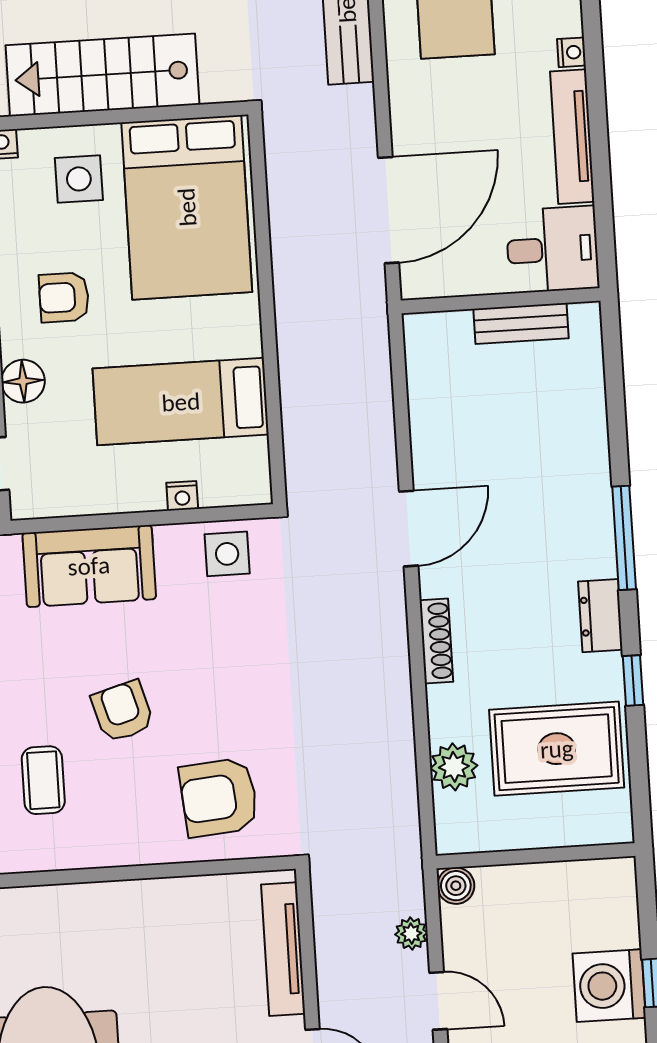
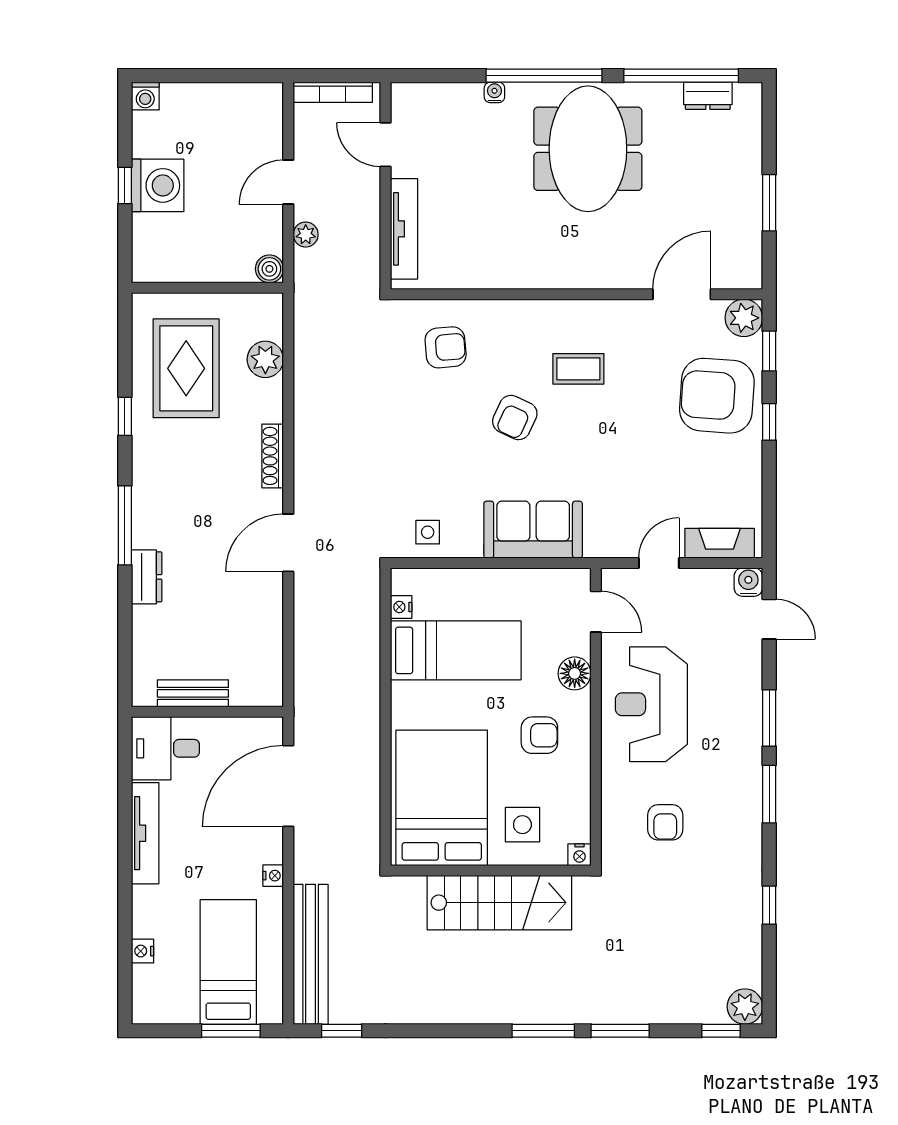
nightstand: (572, 52) -> (273, 876), moved, turned 180
nightstand: (182, 496) -> (401, 607), moved, turned -90
side table: (227, 554) -> (428, 532), width x0.73, depth x0.73
dresser: (600, 616) -> (147, 577), moved
armchair: (122, 711) -> (515, 417), turned 41
rug: (557, 749) -> (186, 368), turned 90
coffee table: (43, 780) -> (578, 369), turned 90
armchair: (219, 797) -> (446, 347), width x0.72, depth x0.72
door: (438, 1001) -> (288, 182), hinge flipped

